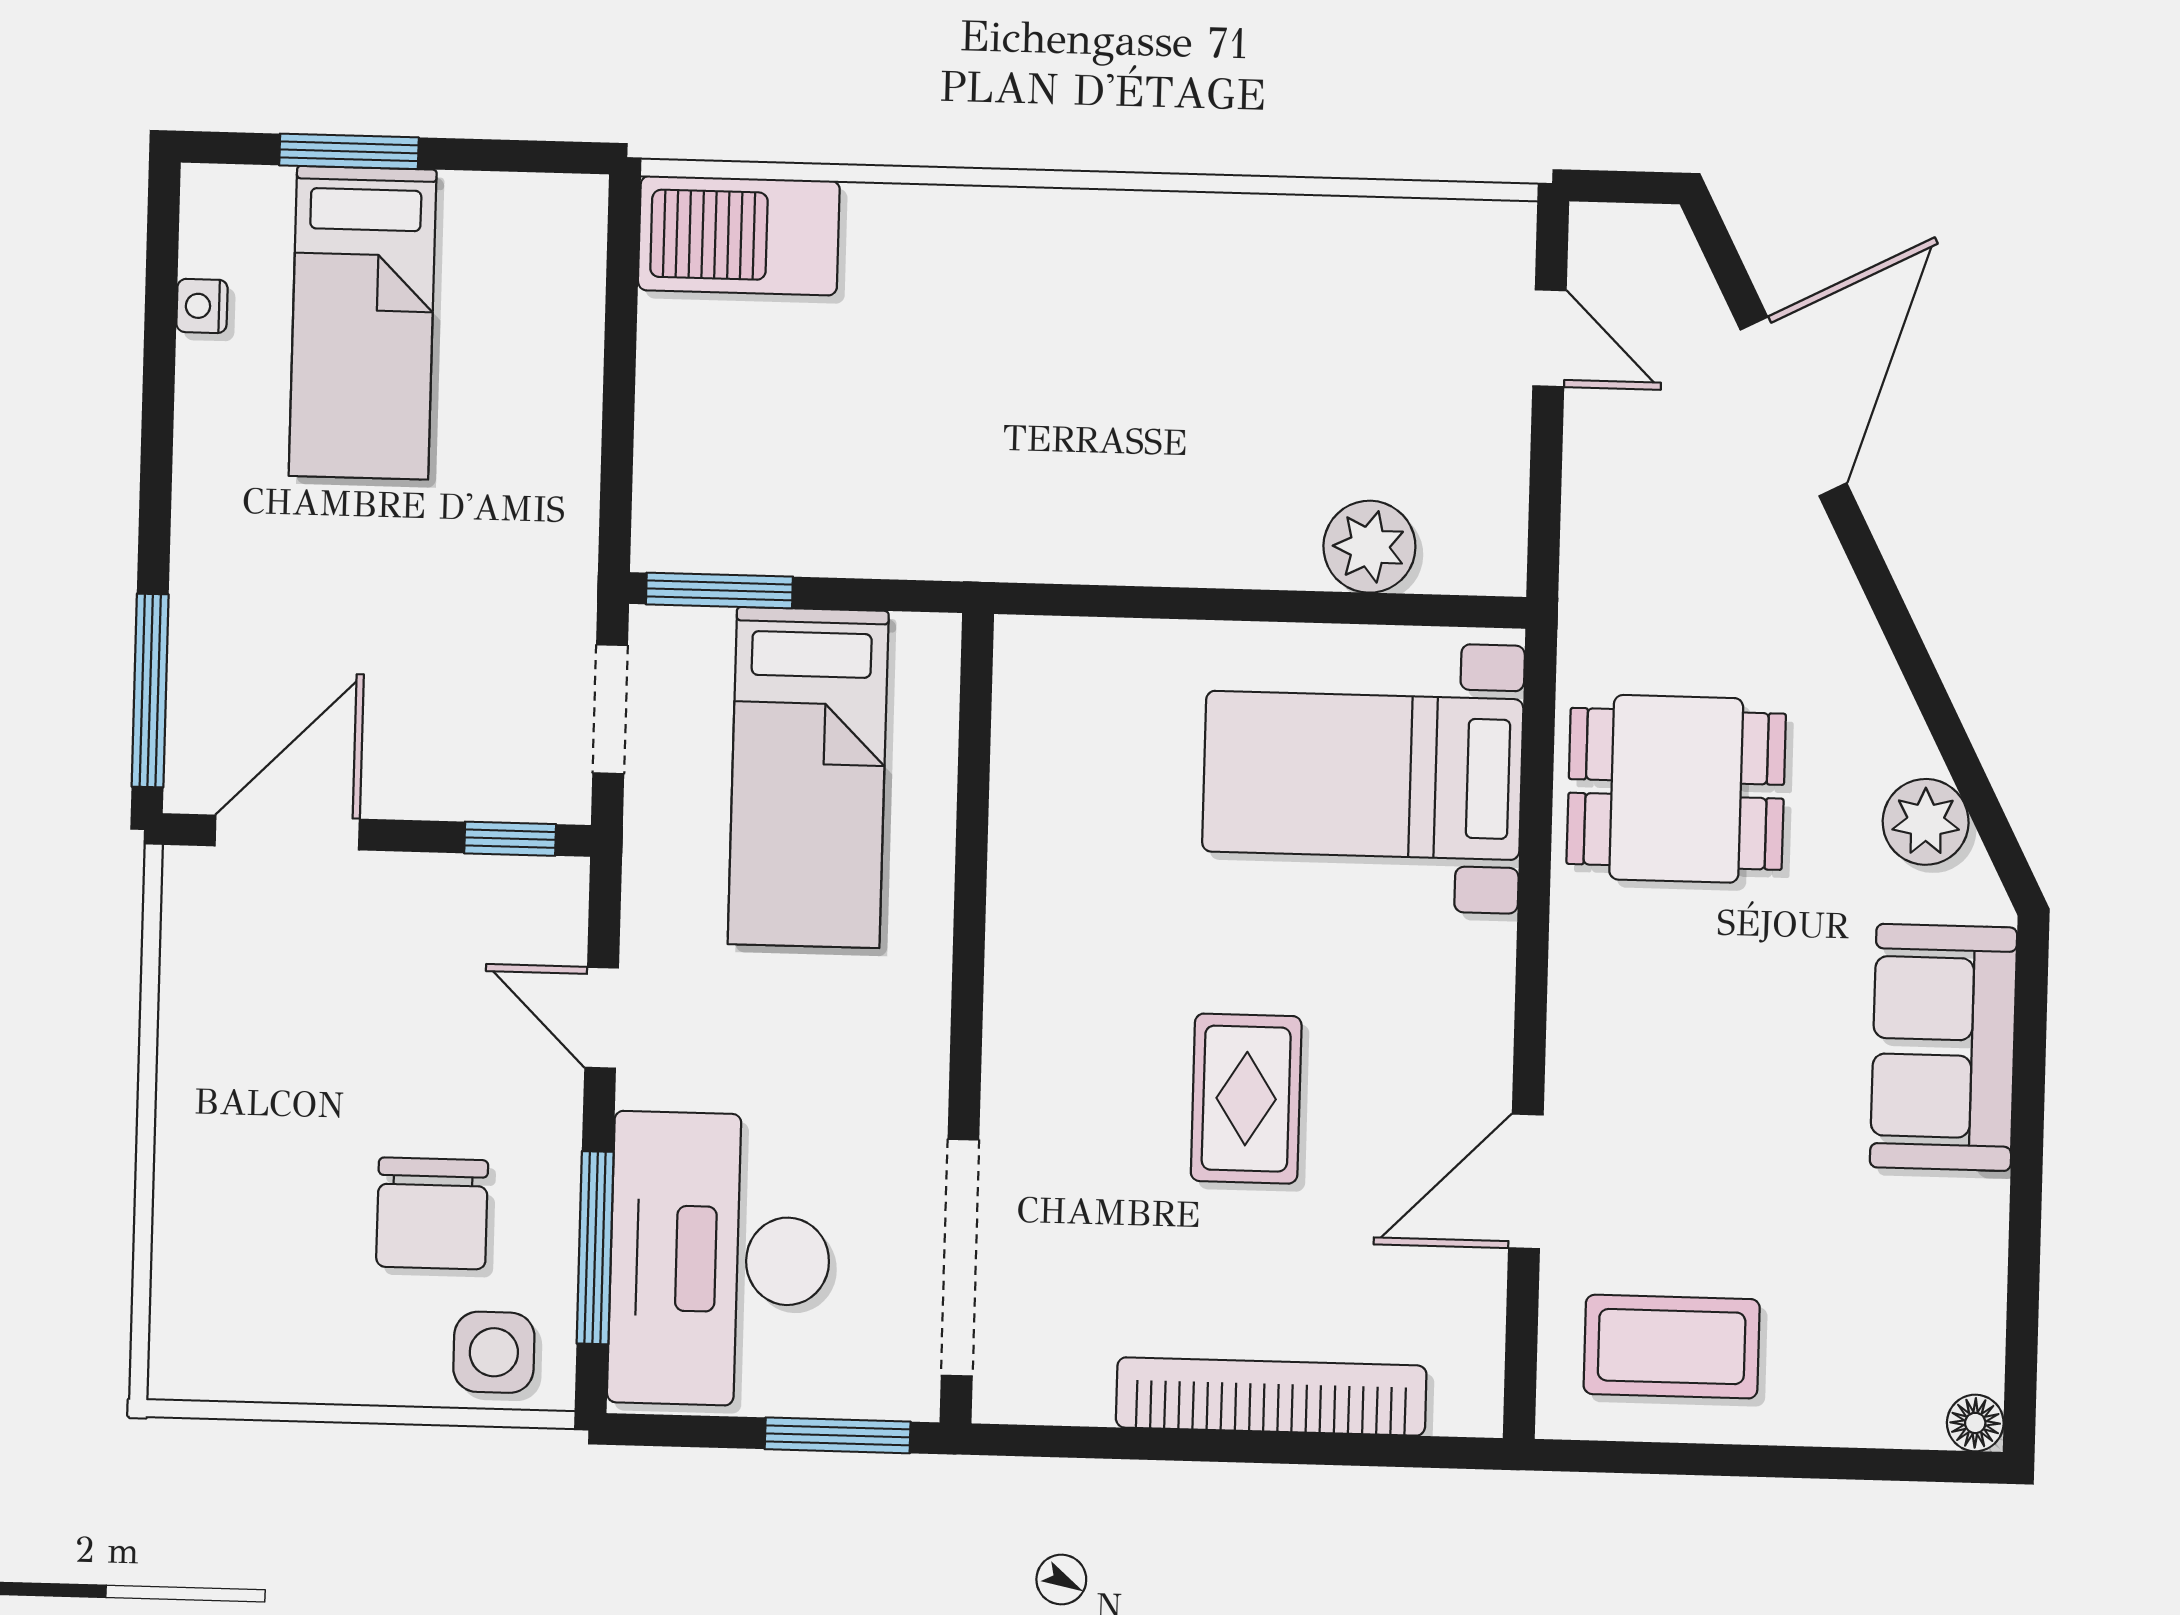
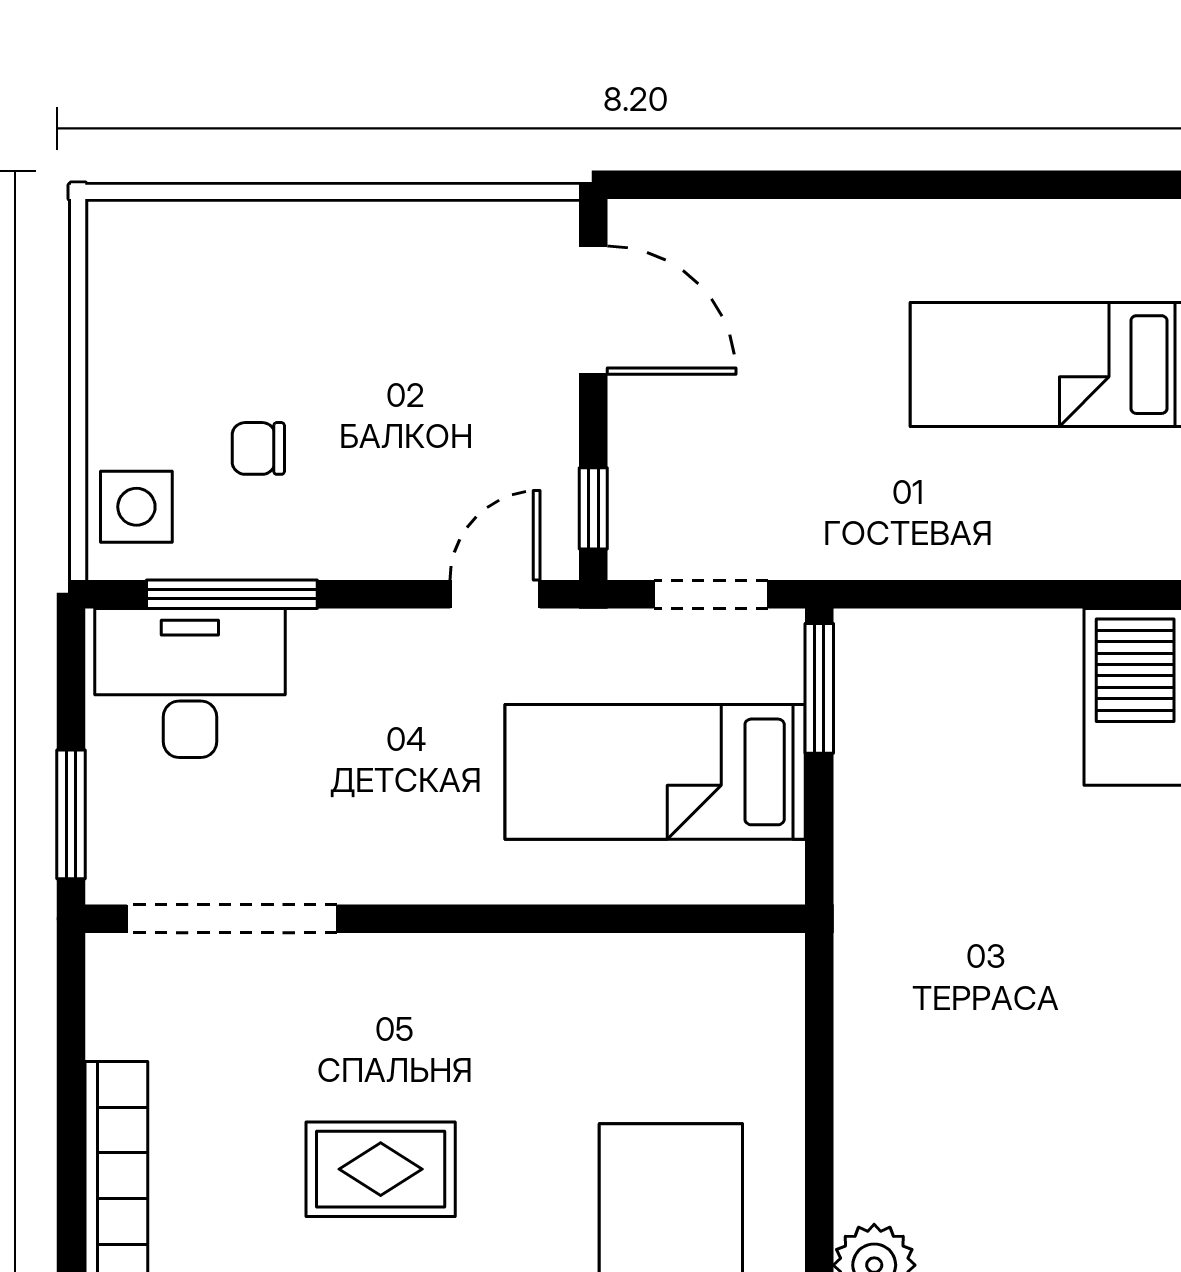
nightstand: (202, 306) -> (1059, 221), removed
window: (150, 690) -> (716, 185), removed
door: (602, 1018) -> (495, 594), moved
chair: (432, 1213) -> (258, 448), width x0.54, depth x0.54
desk: (720, 1259) -> (190, 683), width x0.73, depth x0.77

